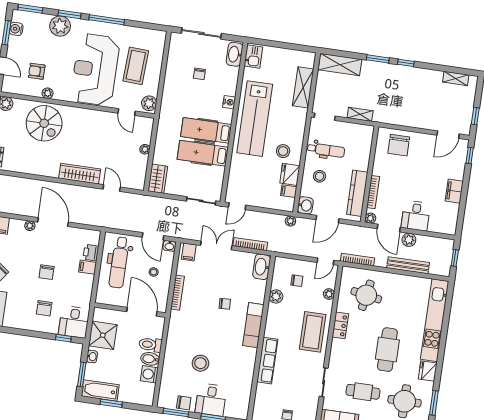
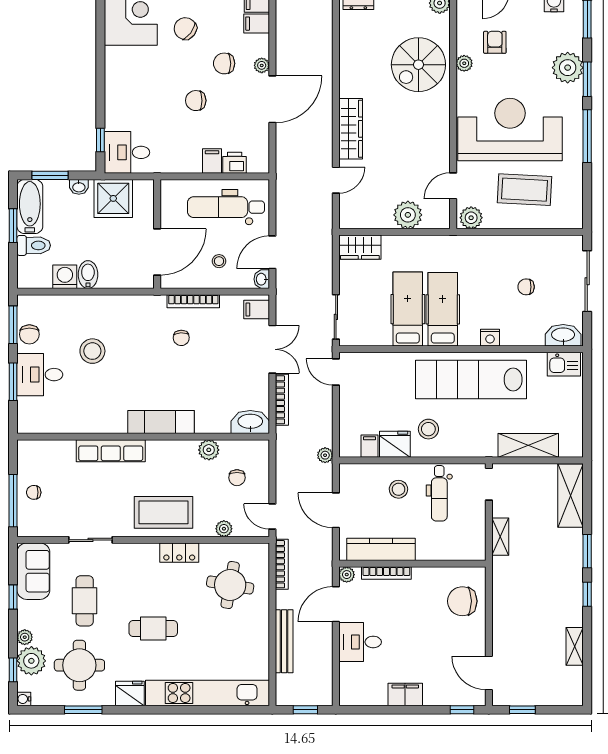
shelving: (456, 78) -> (575, 646), moved
plant: (145, 149) -> (408, 215), width x1.87, depth x1.87
washbasin: (305, 205) -> (352, 474), removed
plant: (409, 240) -> (323, 637), removed
chair: (225, 304) -> (181, 338), moved
chair: (44, 308) -> (224, 63), moved
toilet: (150, 345) -> (34, 245), moved, turned 90
cafe table: (387, 350) -> (153, 628), width x0.73, depth x0.74

